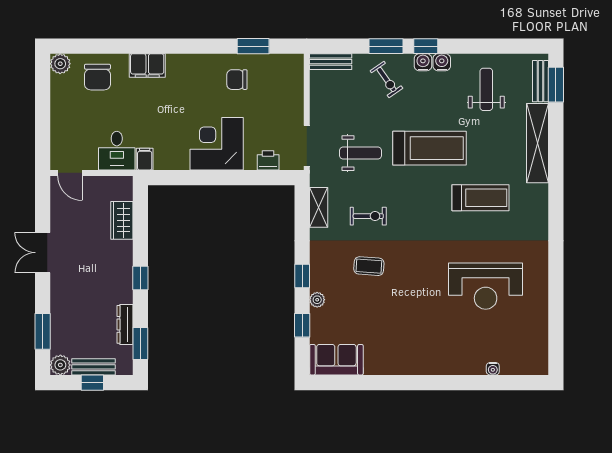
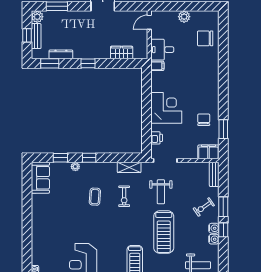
plant: (60, 64) -> (184, 17), moved
filing cabinet: (147, 66) -> (208, 152), moved, turned 90

